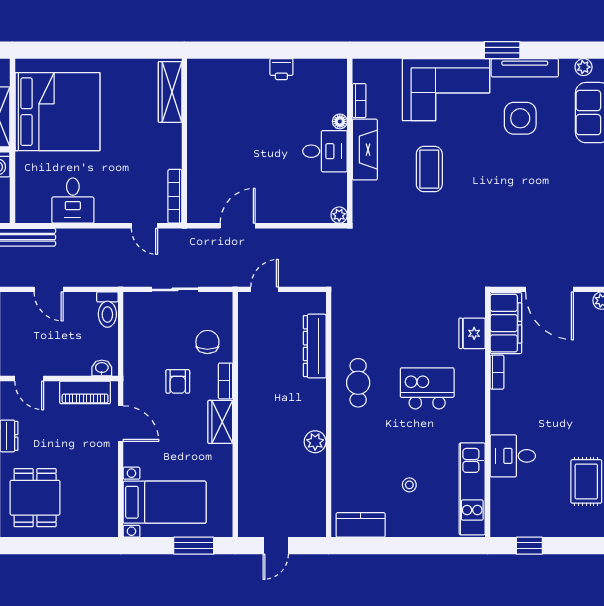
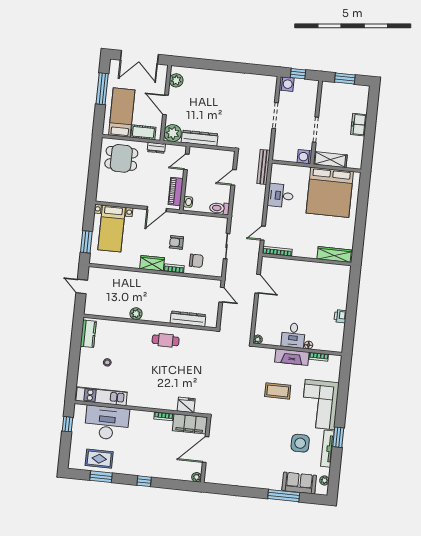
kitchen island: (427, 388) -> (159, 377), removed
desk: (513, 456) -> (107, 423), width x1.87, depth x1.30

